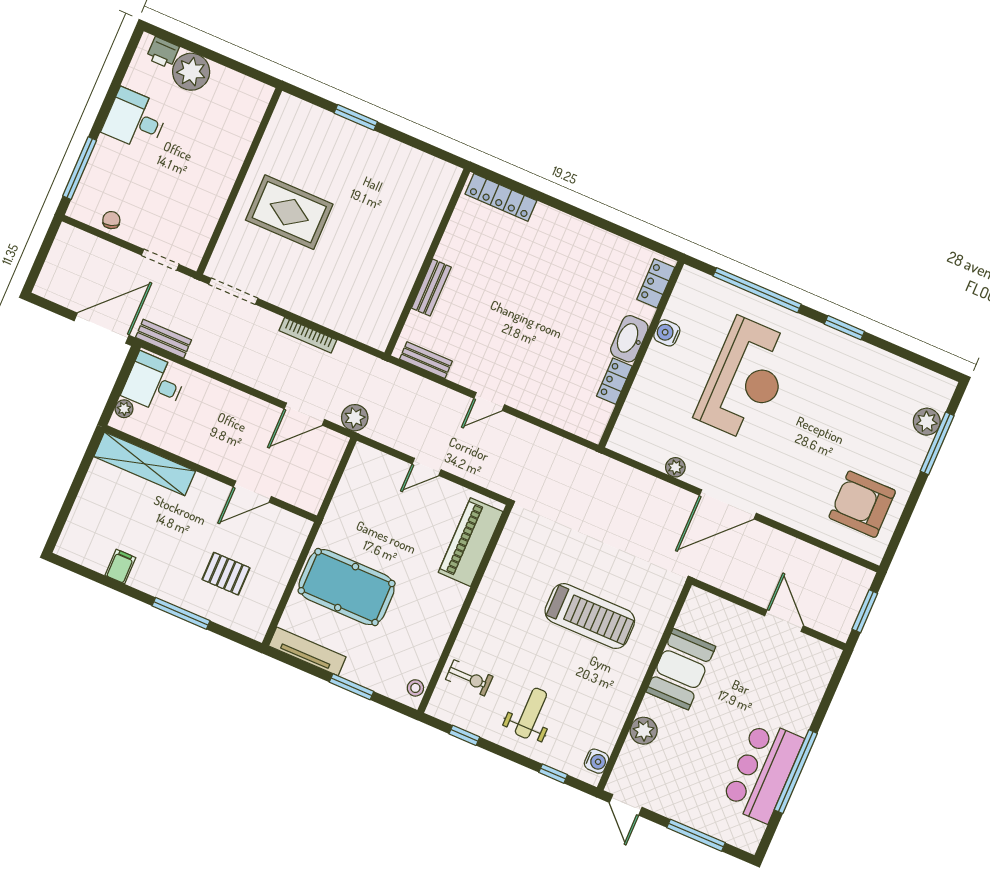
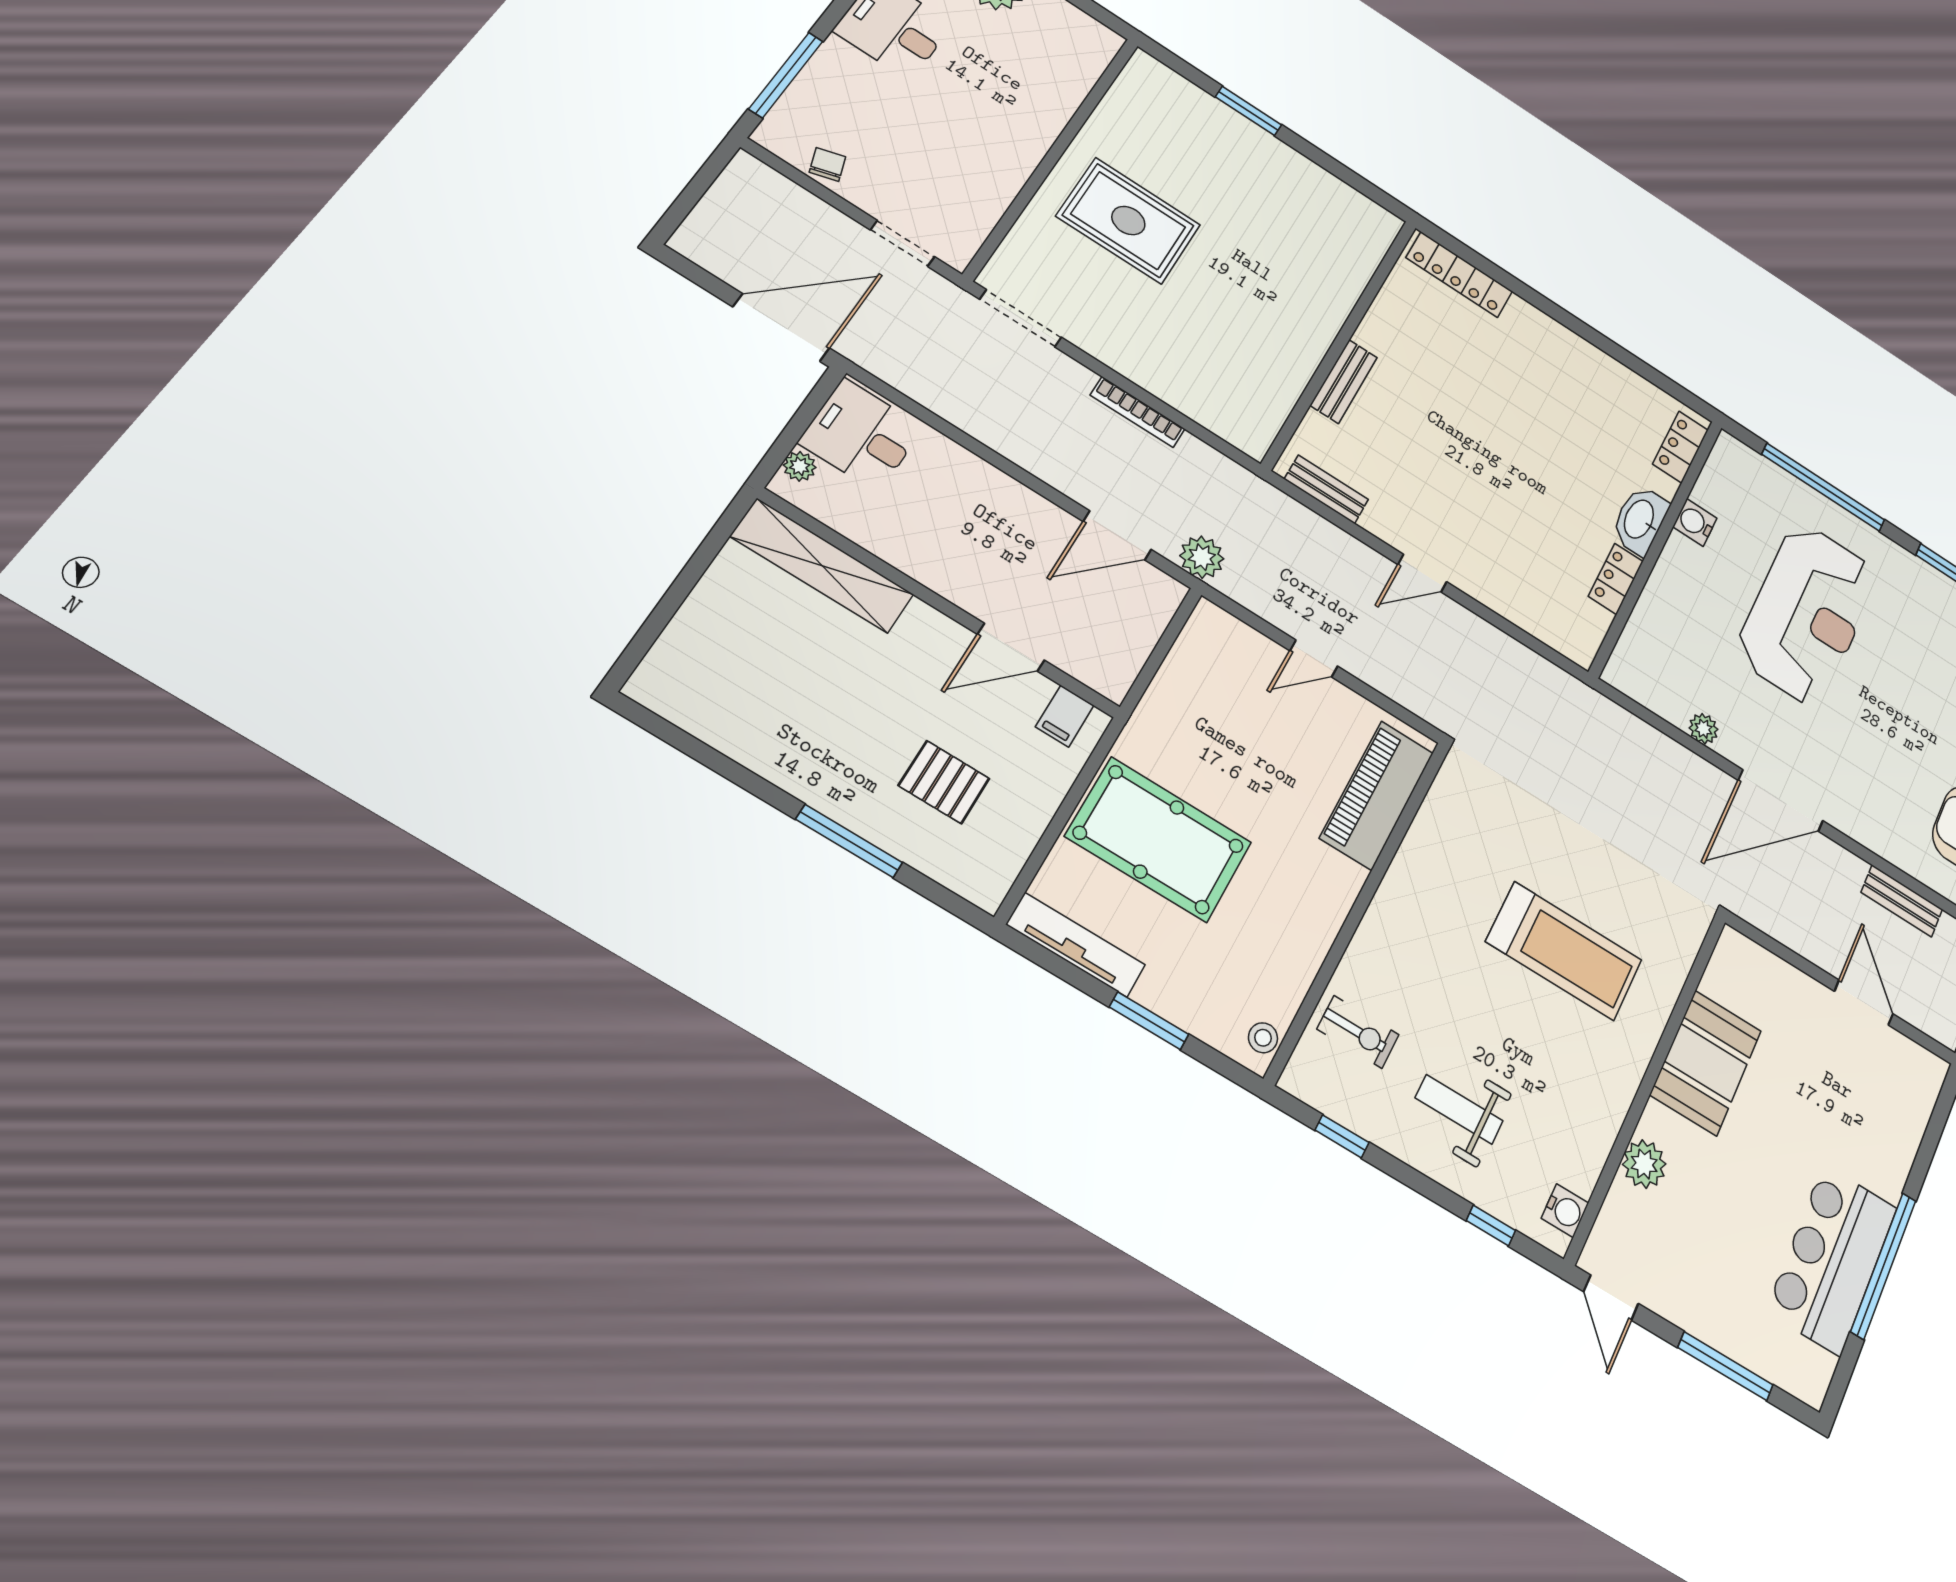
bench: (163, 339) -> (1902, 901), moved
filing cabinet: (120, 567) -> (1065, 716), moved, turned 180
weight bench: (531, 713) -> (1459, 1109), turned -90

